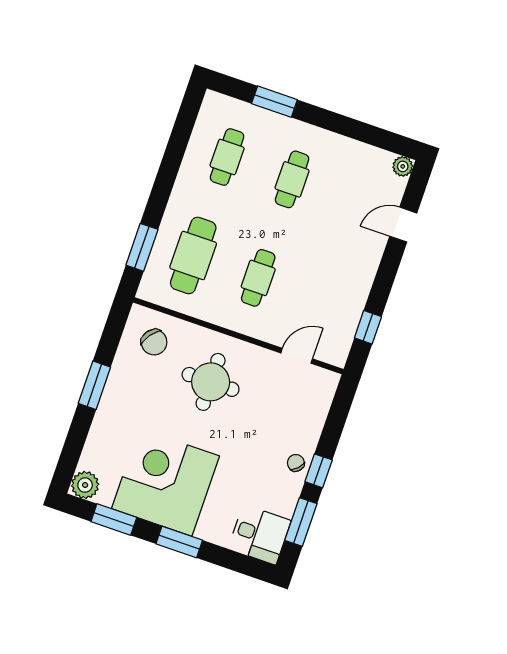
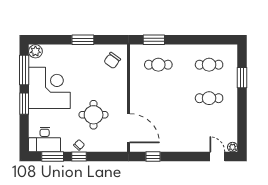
door: (403, 225) -> (217, 157), moved
cafe table: (193, 255) -> (158, 65), width x0.73, depth x0.74
cafe table: (258, 278) -> (158, 98), removed
door: (297, 356) -> (129, 128), width x1.88
round table: (211, 382) -> (94, 115), moved
window: (114, 520) -> (24, 70), width x1.44
desk: (260, 535) -> (45, 140), width x1.37

